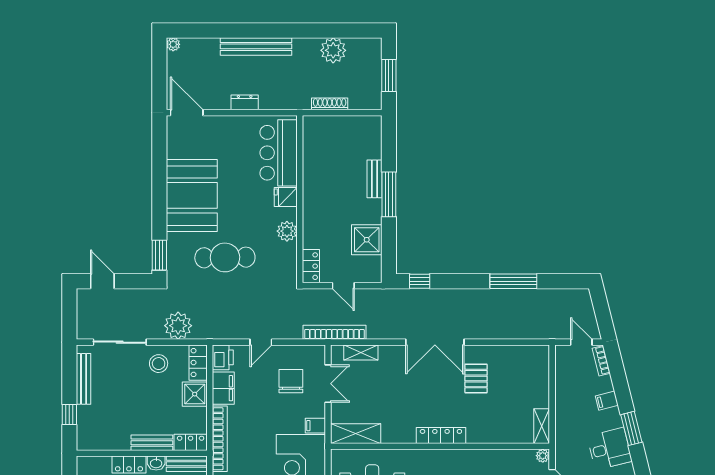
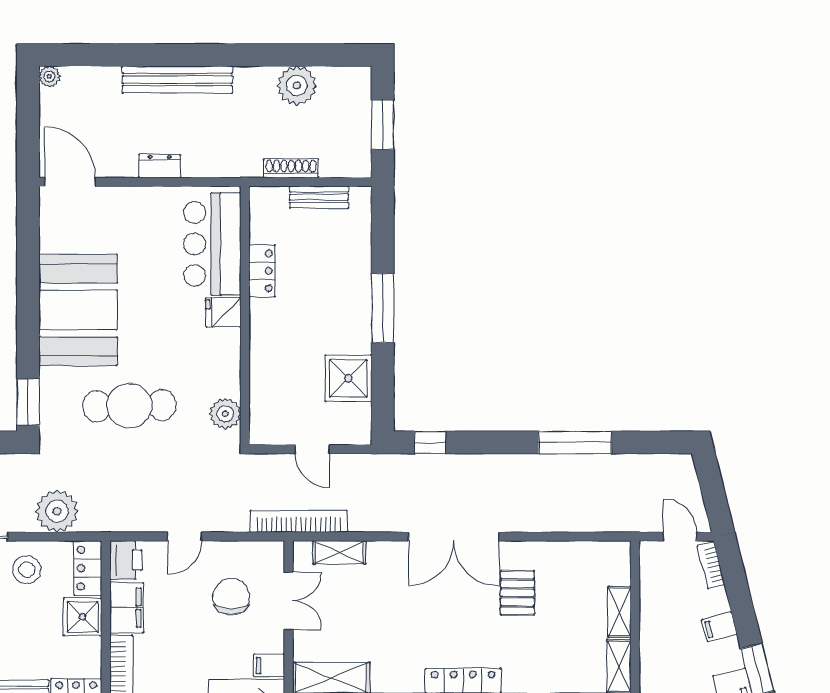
bench: (375, 179) -> (319, 197), moved, turned 90
plant: (287, 231) -> (225, 414), moved
locker: (311, 266) -> (262, 271), moved
shelving: (542, 391) -> (619, 612), added

